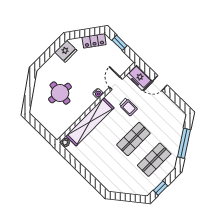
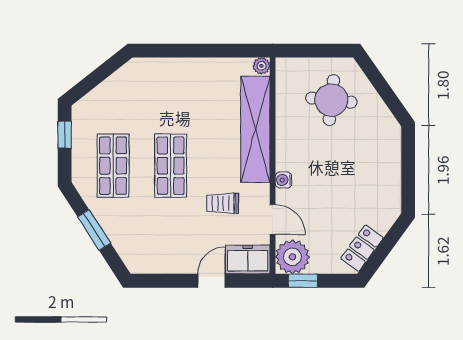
window: (119, 43) -> (303, 281), moved
fridge: (66, 51) -> (387, 195), removed
plant: (122, 63) -> (292, 257), added
round table: (60, 93) -> (331, 100), moved
window: (184, 143) -> (94, 230), width x0.69

